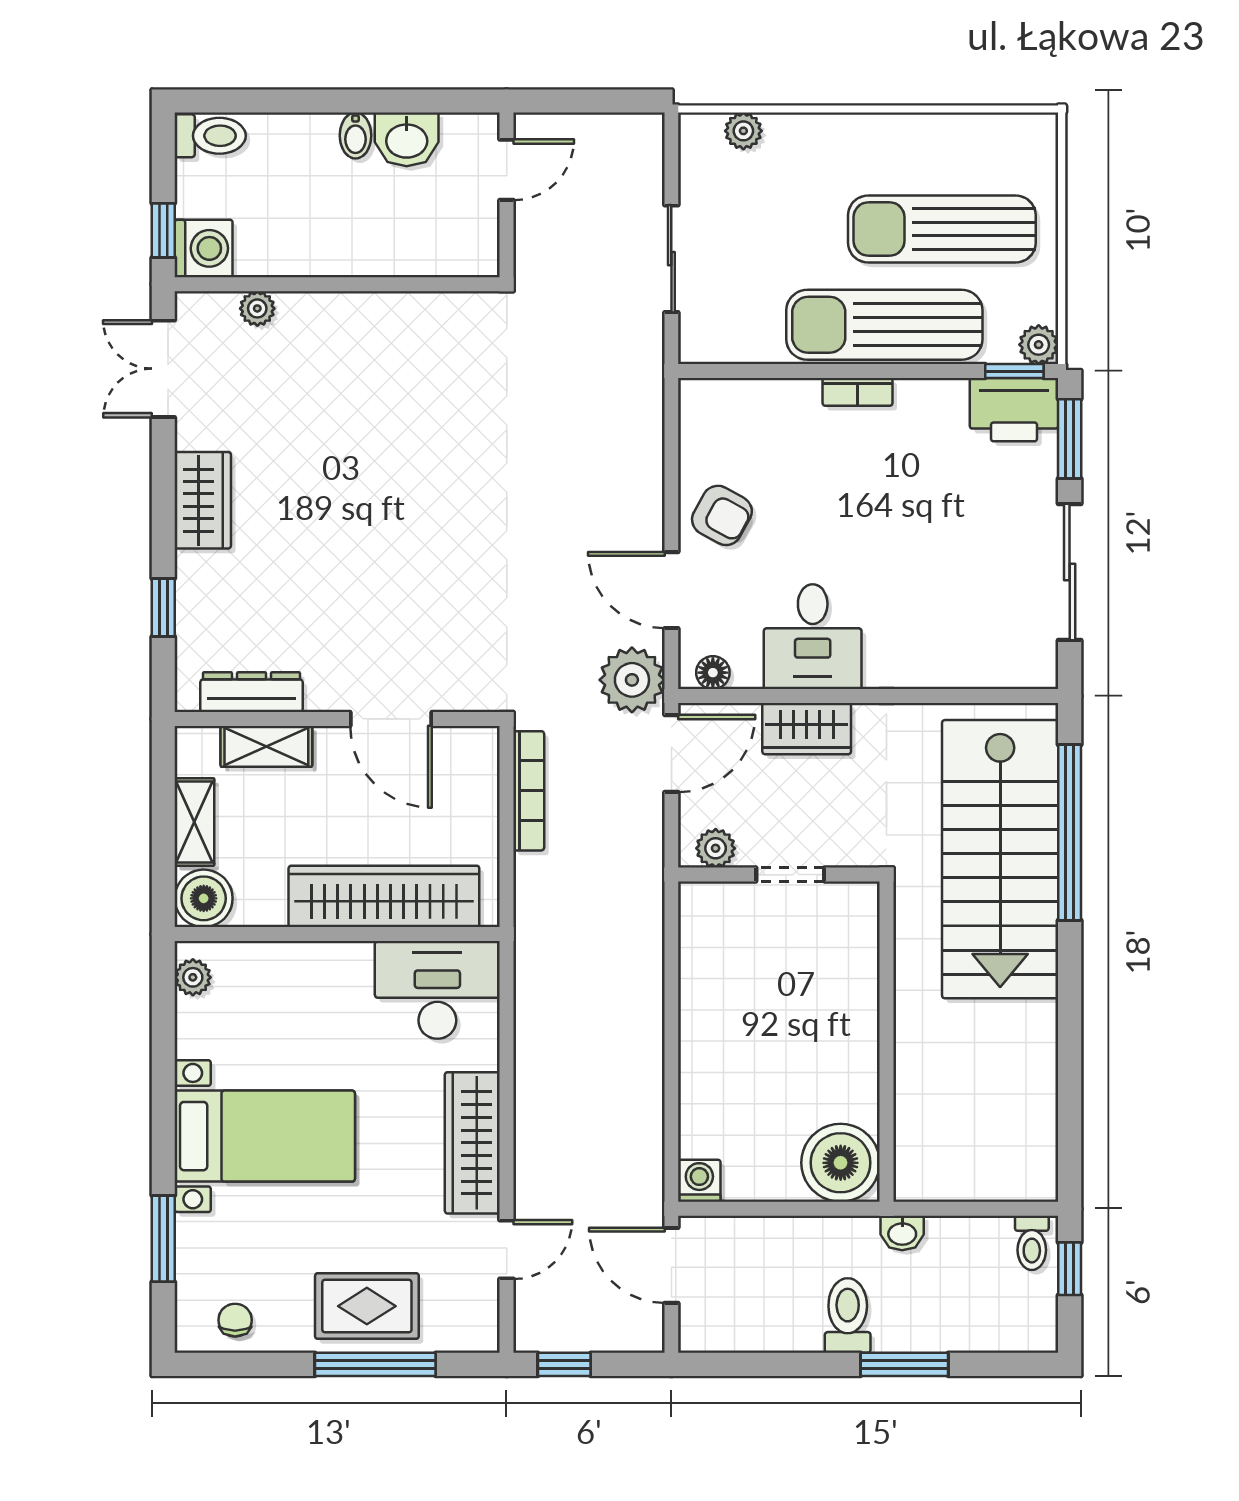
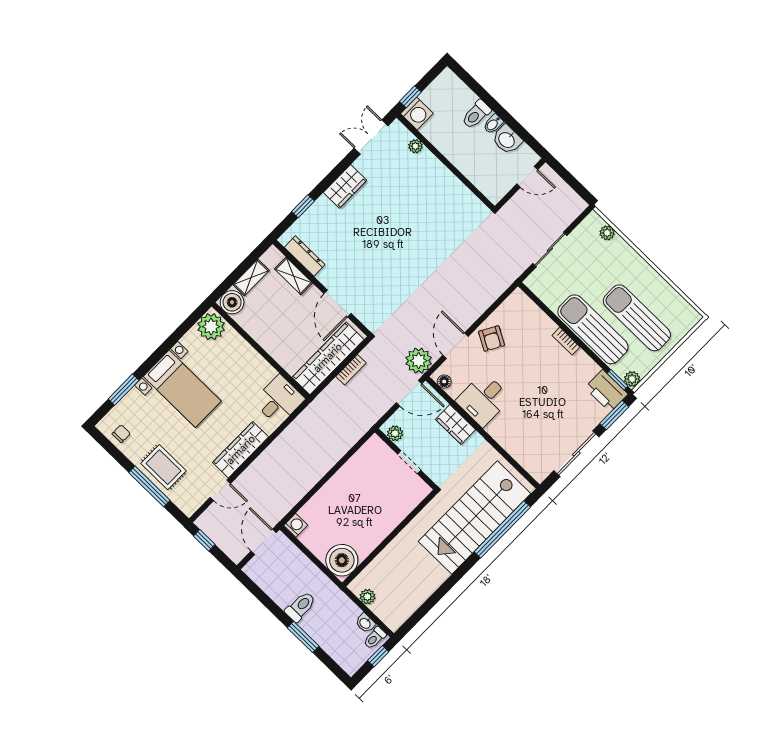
toilet: (210, 136) -> (476, 114), moved, turned 90
bookcase: (529, 791) -> (351, 370), width x0.64
wardrobe: (384, 896) -> (328, 358), moved, turned -90
plant: (193, 977) -> (211, 327), width x1.88, depth x1.88
desk: (437, 990) -> (279, 400), width x0.73
plant: (948, 1183) -> (367, 597), added
washbasin: (902, 1233) -> (365, 623), moved

